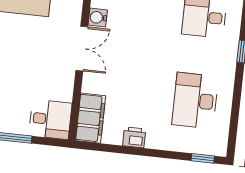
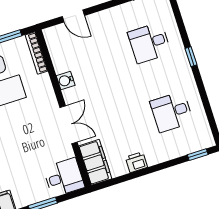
double door: (82, 49) -> (69, 125), moved
desk: (195, 101) -> (172, 112), width x0.73

